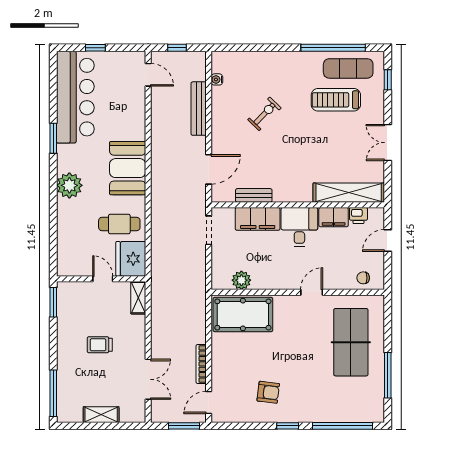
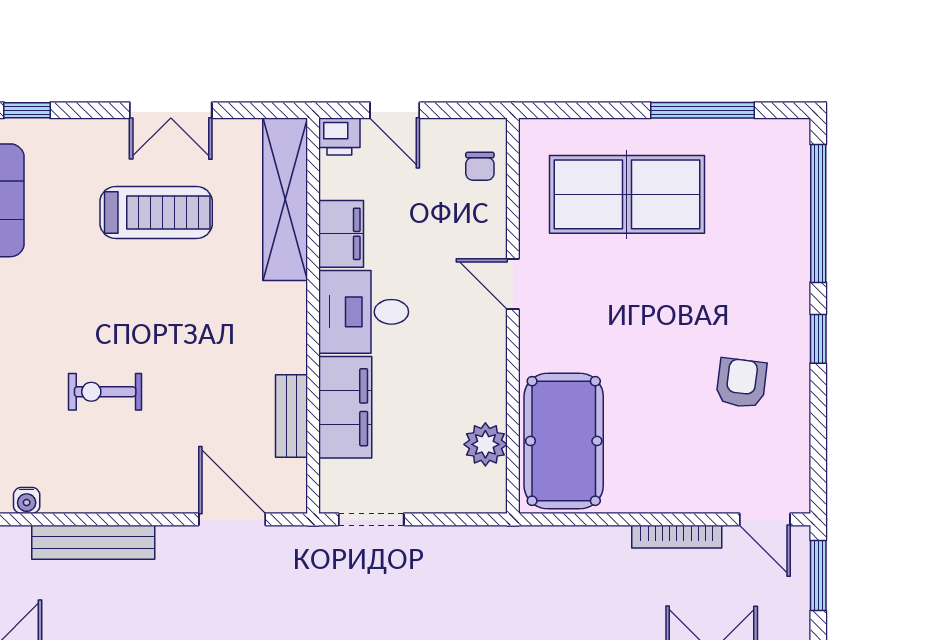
treadmill: (336, 100) -> (156, 212), moved, turned -90
exercise bike: (264, 114) -> (105, 392), turned -44
printer: (358, 216) -> (339, 137), moved, turned 90

